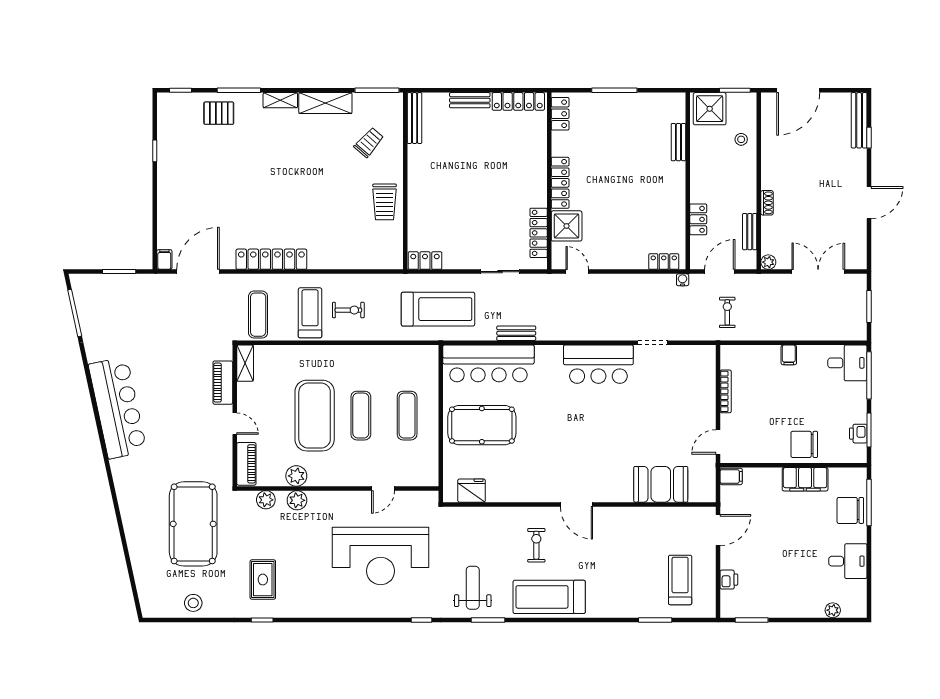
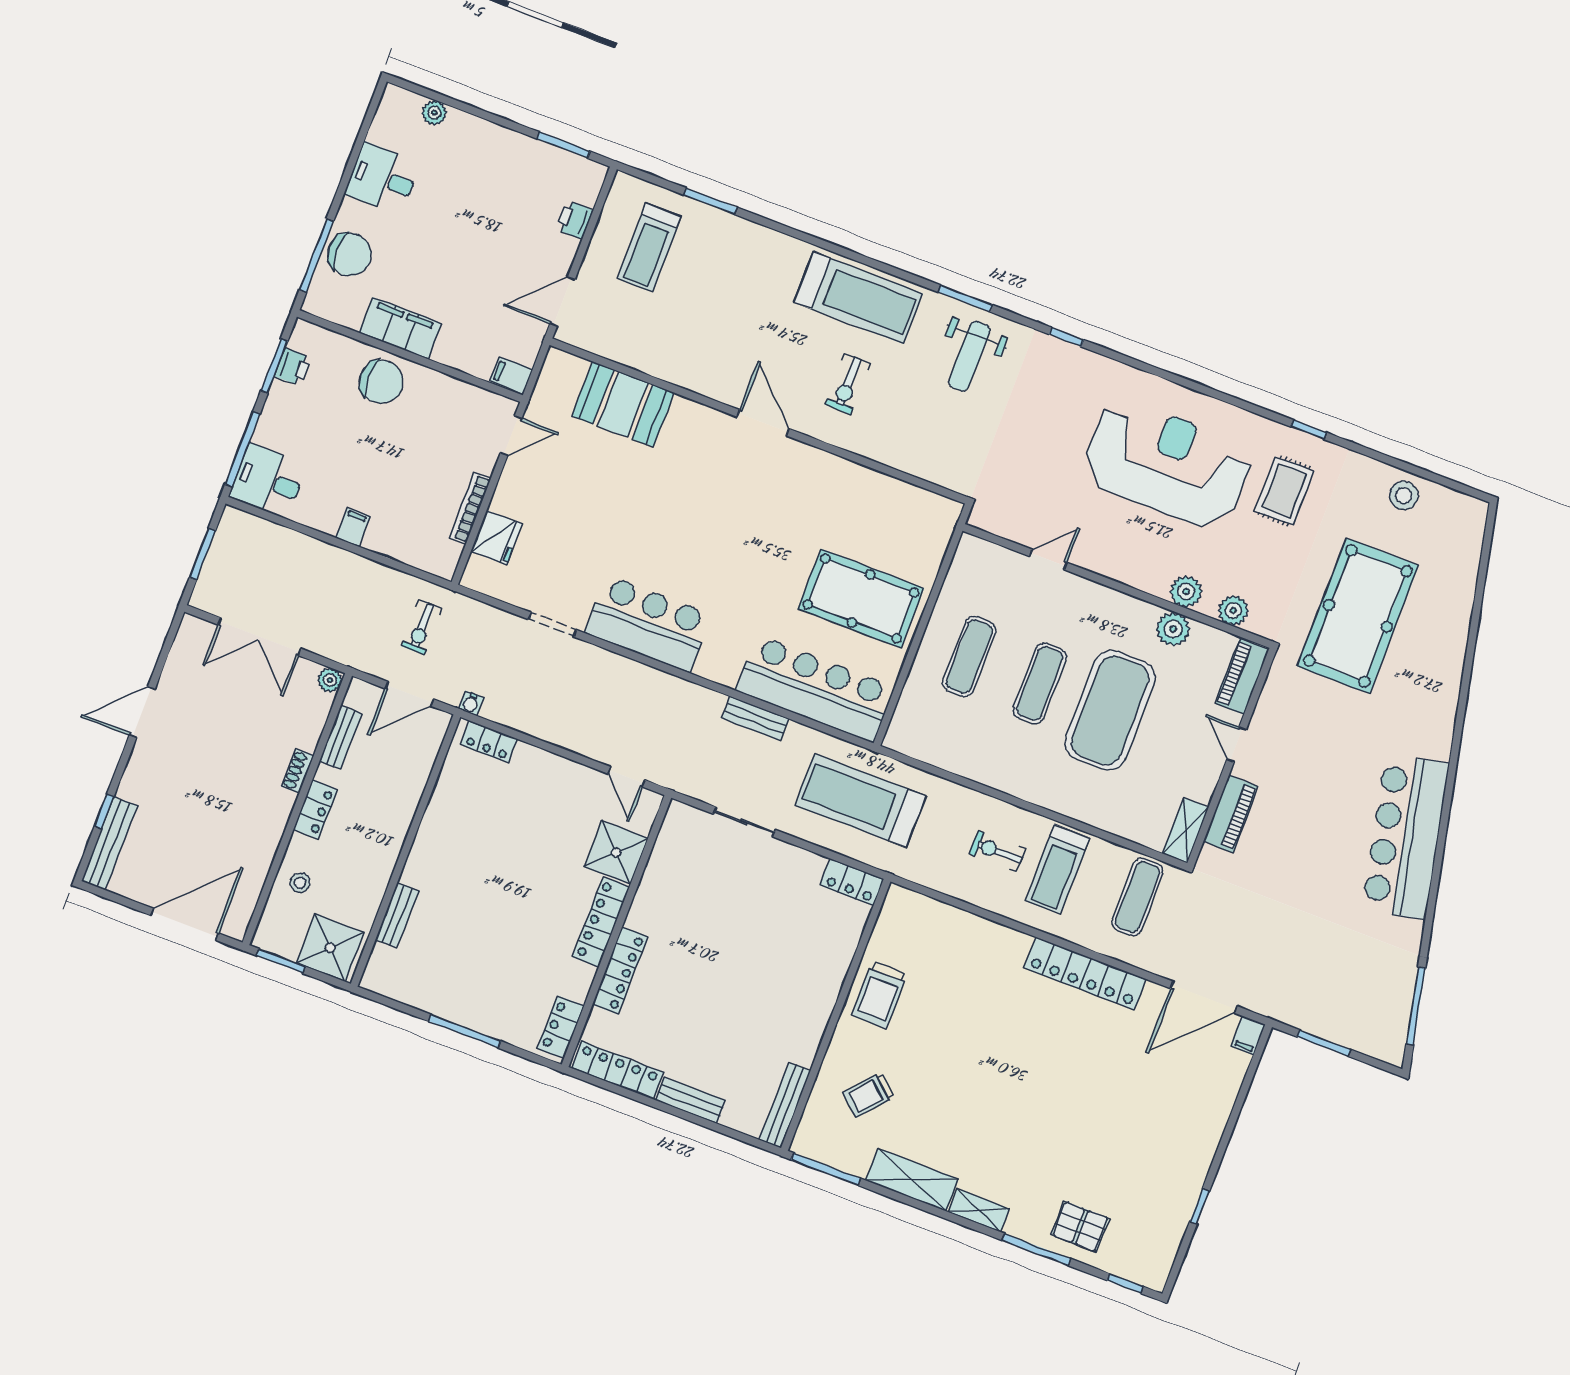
trolley: (385, 202) -> (879, 995), turned 180
locker: (698, 219) -> (315, 810), moved, turned 180
locker: (539, 233) -> (620, 971), moved
fridge: (472, 491) -> (496, 538), moved, turned -90
reception desk: (381, 556) -> (1167, 464), moved

